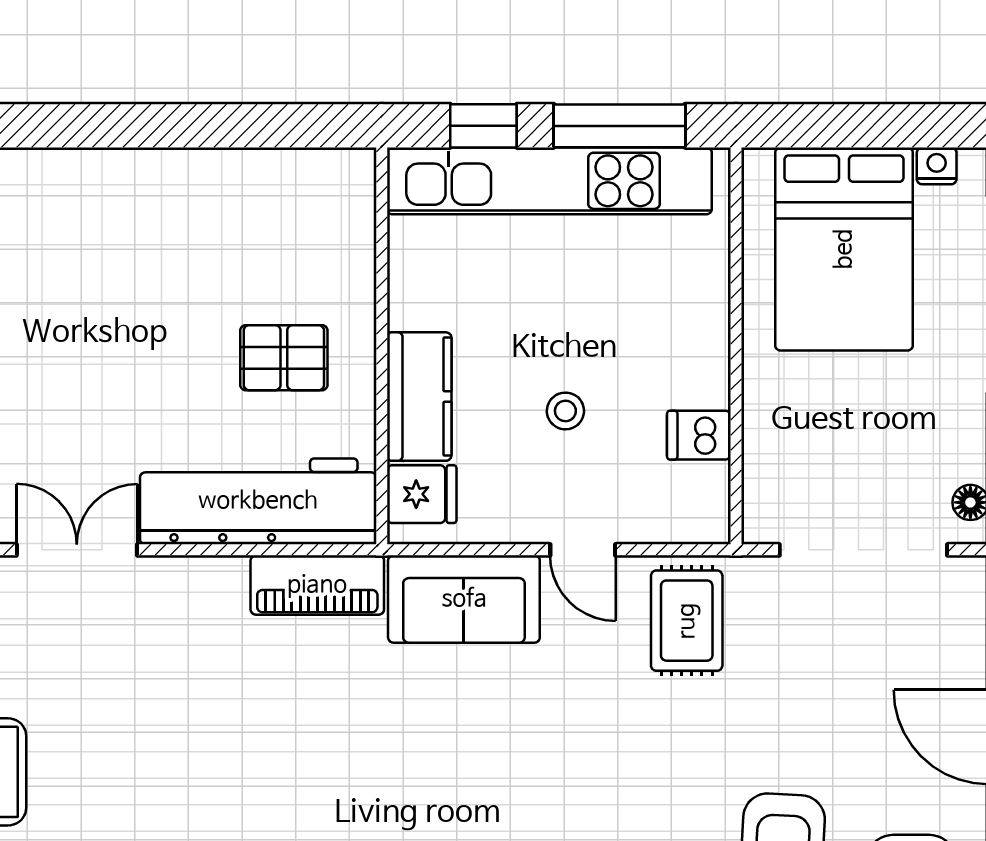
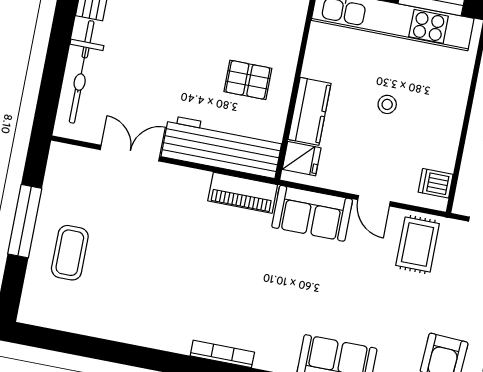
stool: (565, 411) -> (387, 104), moved
dishwasher: (699, 435) -> (436, 183), moved

